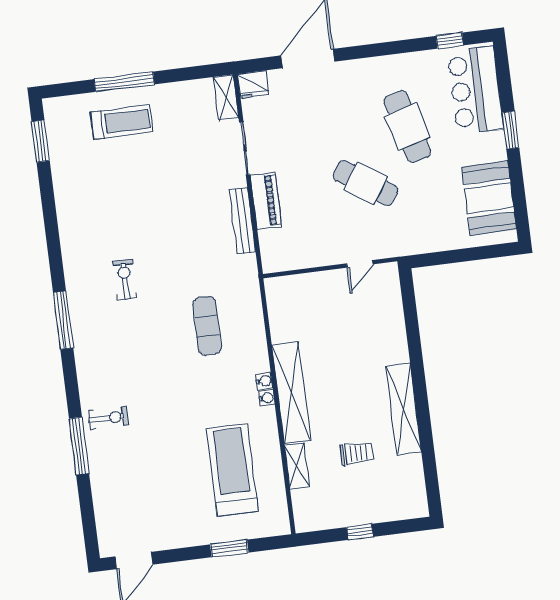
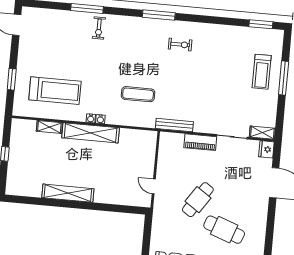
cafe table: (407, 127) -> (224, 230), turned 35
bench: (242, 221) -> (174, 125), moved
exercise bike: (125, 280) -> (180, 44), moved
trolley: (357, 453) -> (49, 162), removed

